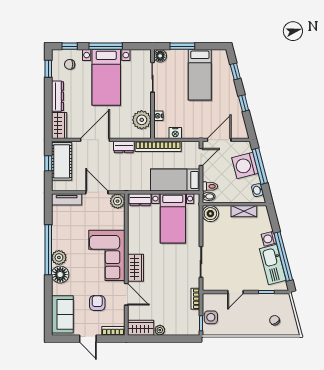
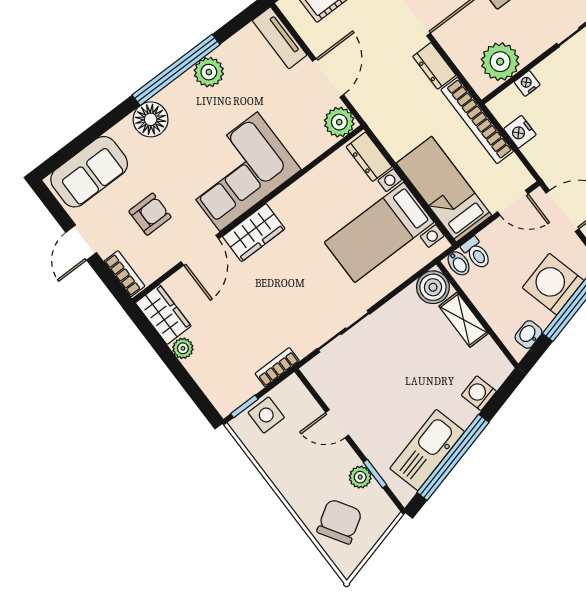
shelving: (244, 211) -> (464, 320), moved
washing machine: (269, 239) -> (479, 393), moved
plant: (59, 257) -> (209, 72), moved
plant: (263, 299) -> (360, 477), added
chair: (275, 320) -> (339, 522), width x1.87, depth x1.87

